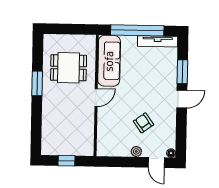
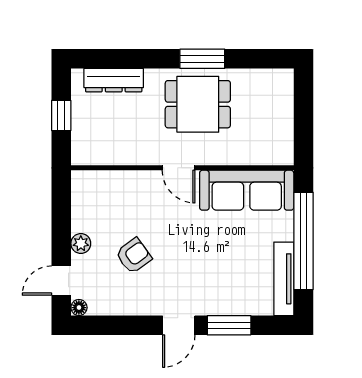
dining table: (69, 68) -> (198, 104), moved, turned 90
door: (182, 99) -> (179, 325), hinge flipped
dresser: (48, 132) -> (114, 80), added

